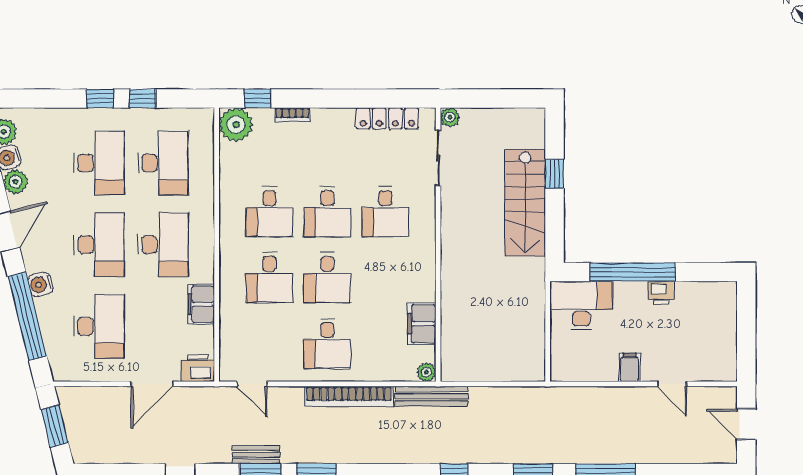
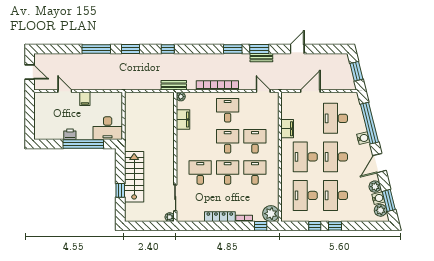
locker: (387, 118) -> (220, 217), moved
printer: (198, 368) -> (289, 99), removed
bench: (431, 396) -> (174, 85), width x0.73

